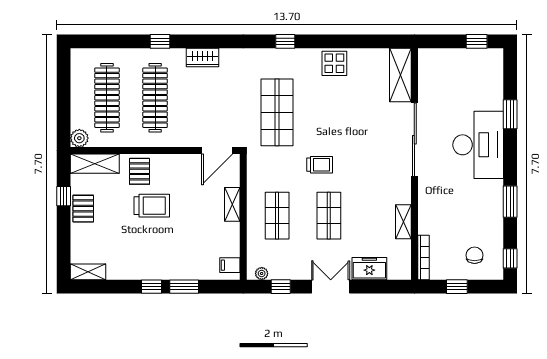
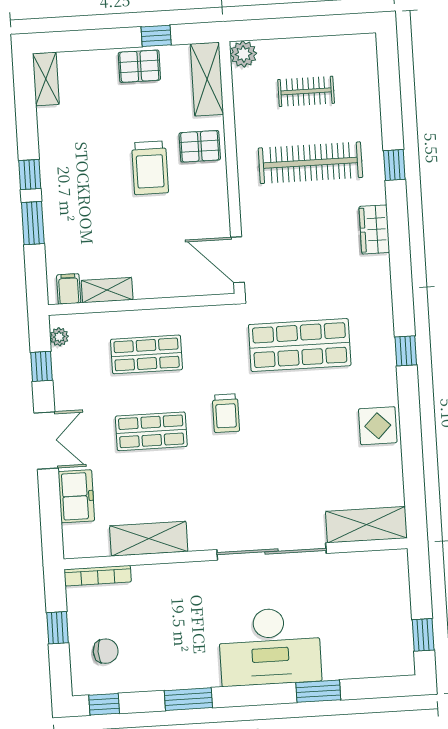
clothes rail: (107, 98) -> (306, 91), width x0.54, depth x0.76
shelving: (232, 204) -> (107, 290), moved
shelving: (403, 222) -> (149, 539), width x1.50, depth x1.33

